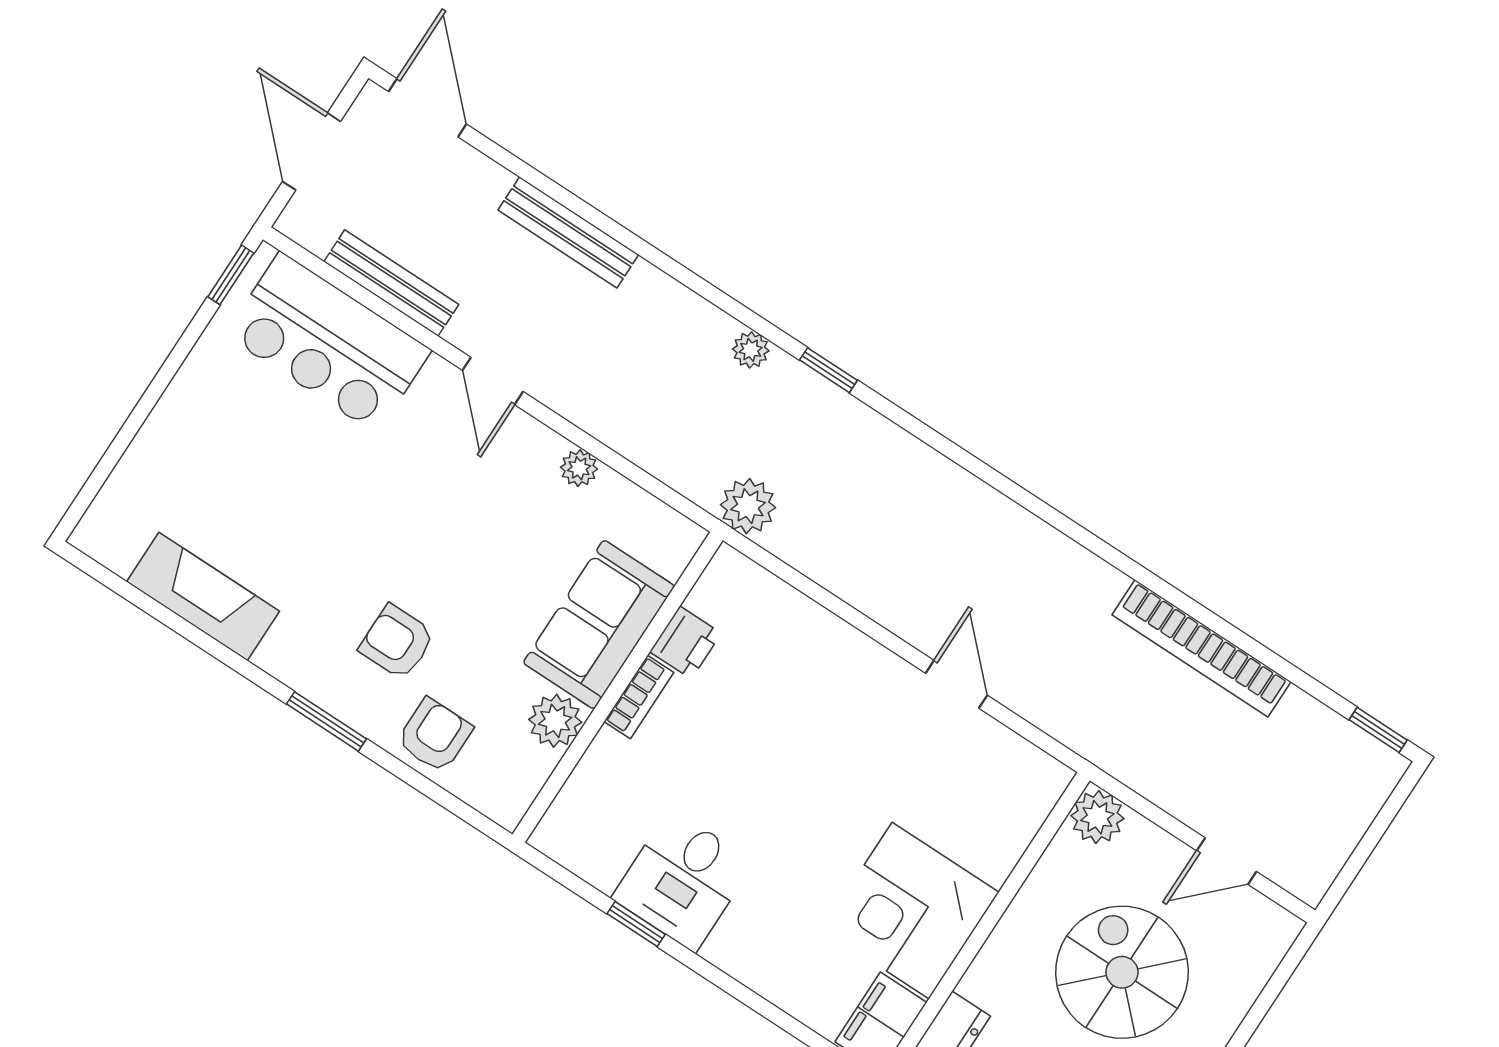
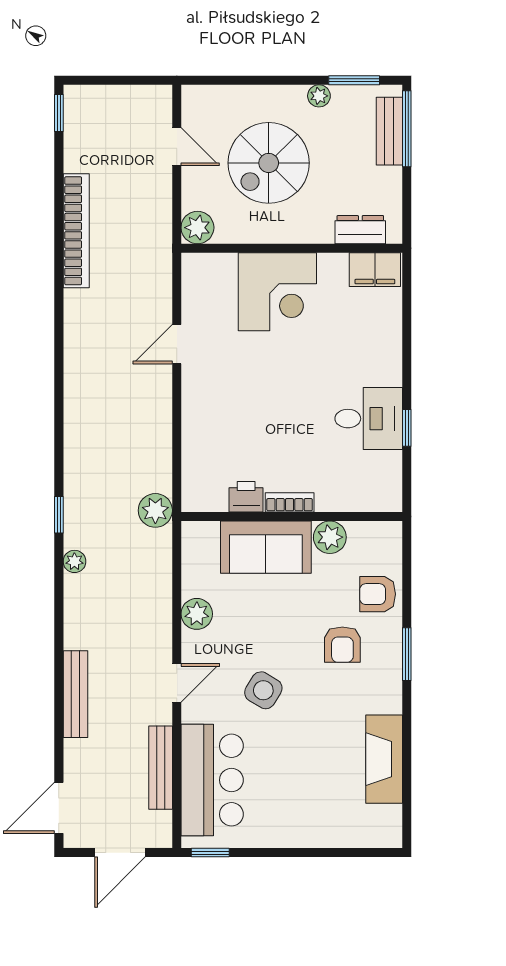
plant: (579, 468) -> (197, 614), width x1.38, depth x1.38
side table: (405, 493) -> (263, 690), added
corner desk: (911, 911) -> (277, 292), moved

